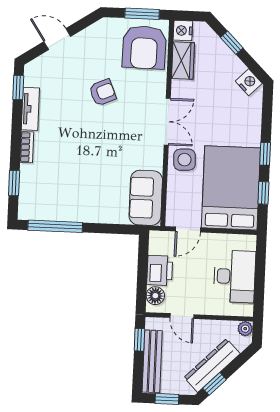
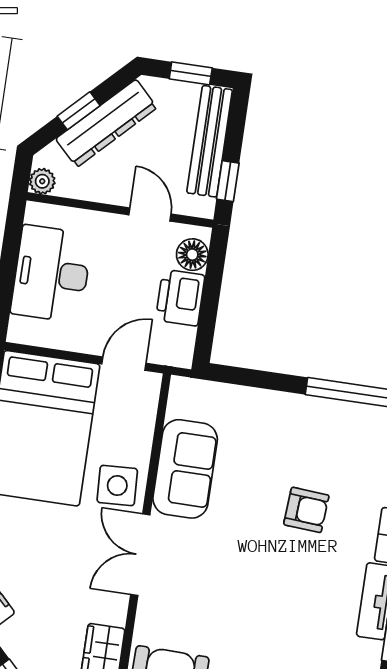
armchair: (103, 92) -> (306, 510), moved, turned -153
sofa: (146, 198) -> (185, 469), moved
window: (214, 384) -> (79, 111), moved

